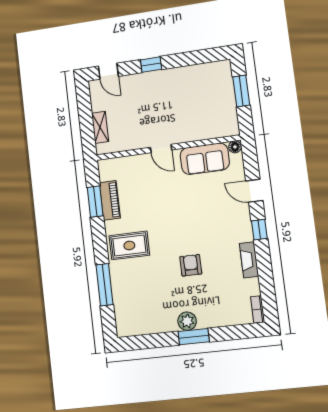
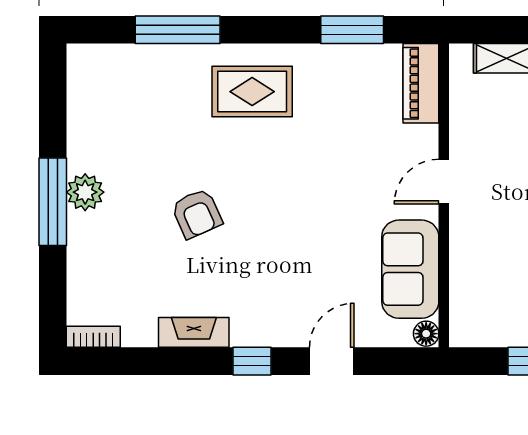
piano: (110, 200) -> (421, 83), moved, turned 90
rug: (129, 245) -> (252, 92), turned 90
armchair: (191, 265) -> (197, 214), turned 66
window: (194, 337) -> (53, 202), width x1.44

